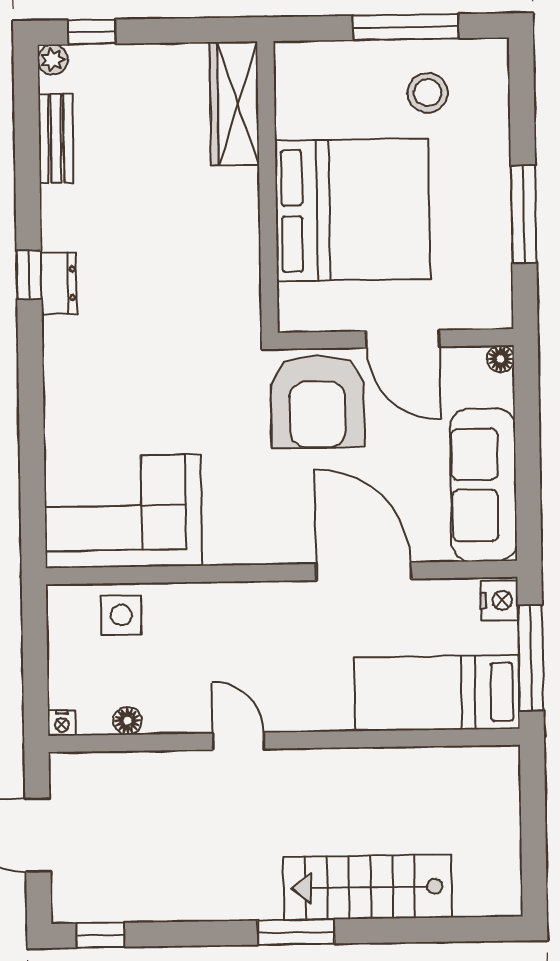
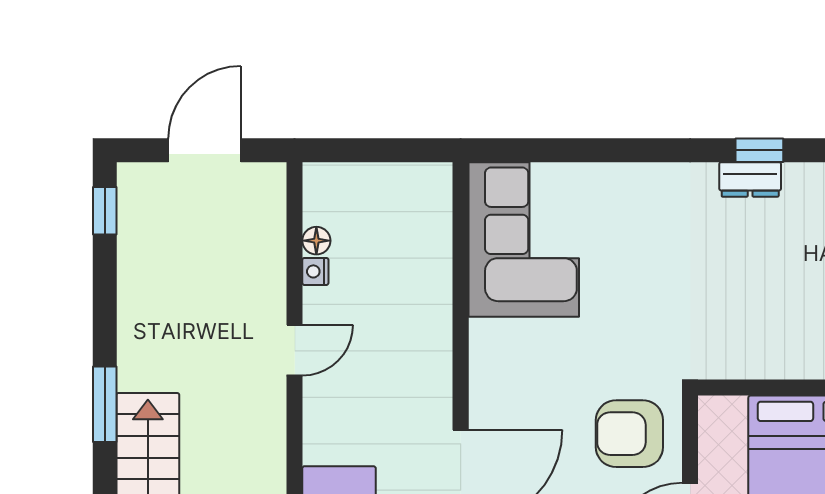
armchair: (317, 401) -> (629, 434), width x0.73, depth x0.73
side table: (121, 615) -> (421, 236), removed
nightstand: (62, 723) -> (315, 271), moved

